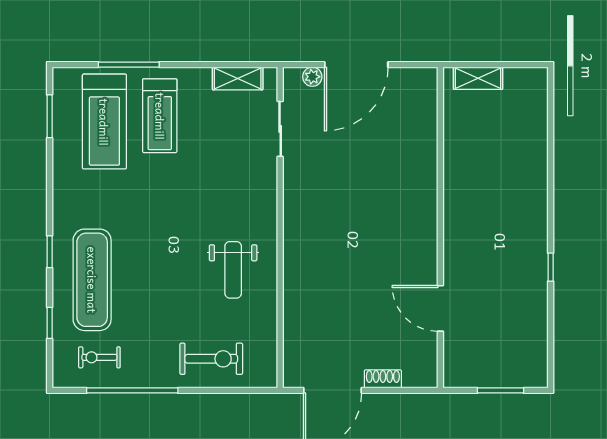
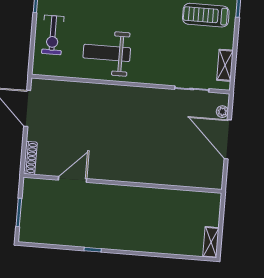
shelving: (478, 78) -> (211, 242), moved
weight bench: (233, 270) -> (107, 53), width x1.36, depth x1.33
shoe rack: (383, 379) -> (30, 158), moved, width x1.43

